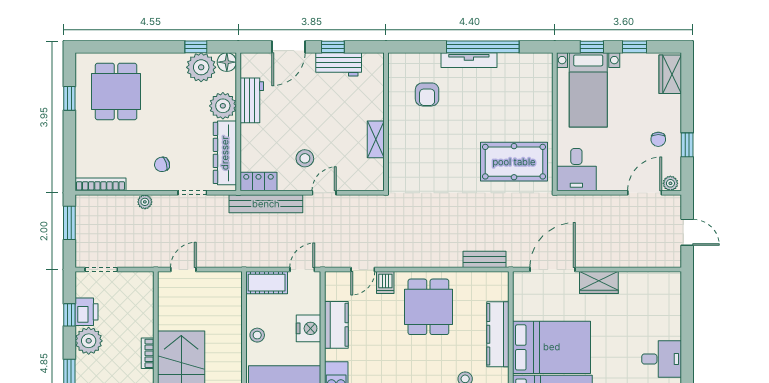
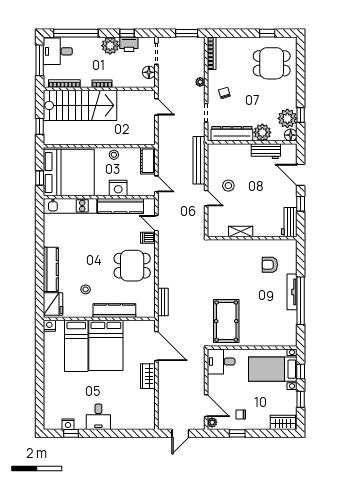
workbench: (339, 64) -> (289, 222), moved
locker: (258, 182) -> (213, 156), removed
floor lamp: (130, 281) -> (149, 72), added
kitchen counter: (336, 325) -> (121, 206), width x1.50

